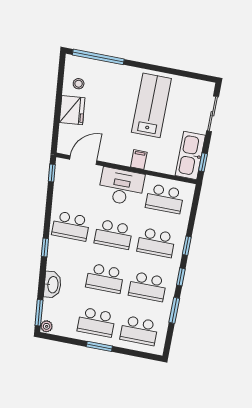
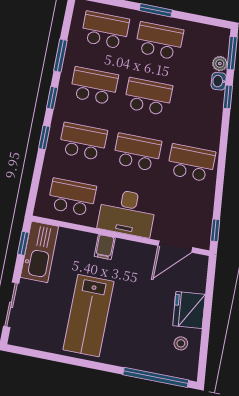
window: (45, 248) -> (228, 97), moved
washbasin: (52, 285) -> (219, 81), width x0.52, depth x0.69
plant: (47, 326) -> (220, 64), moved

